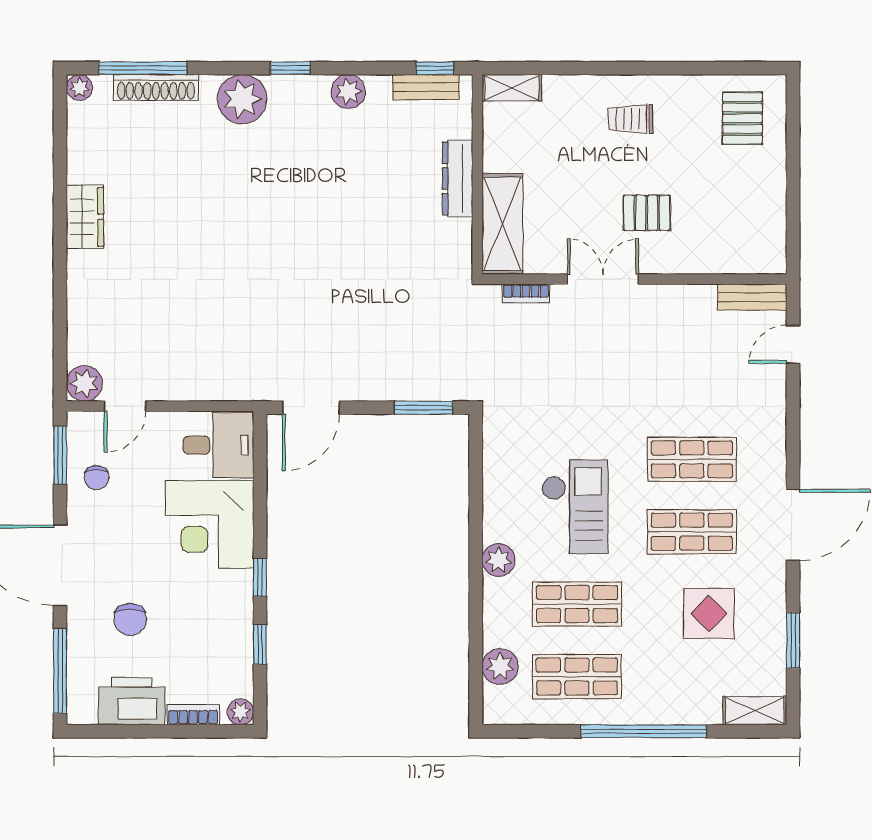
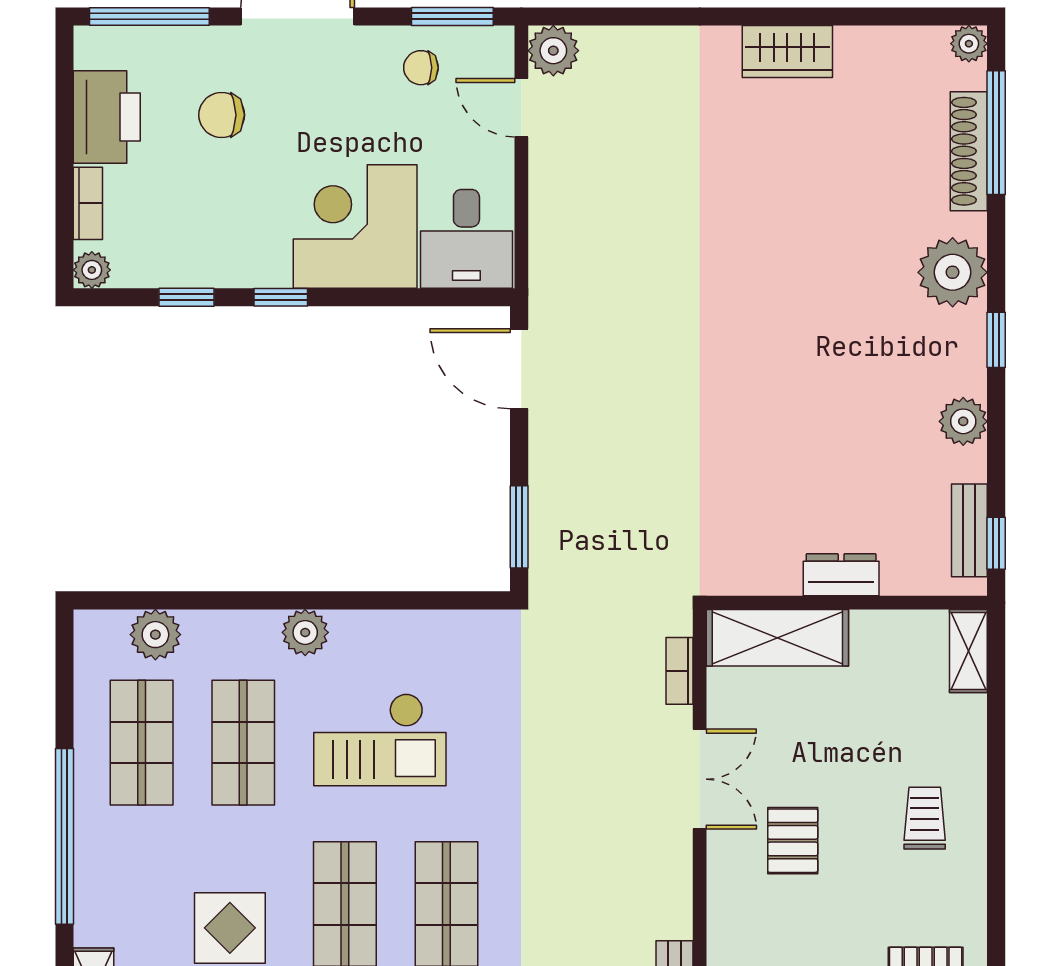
dresser: (457, 178) -> (841, 575), width x0.70

